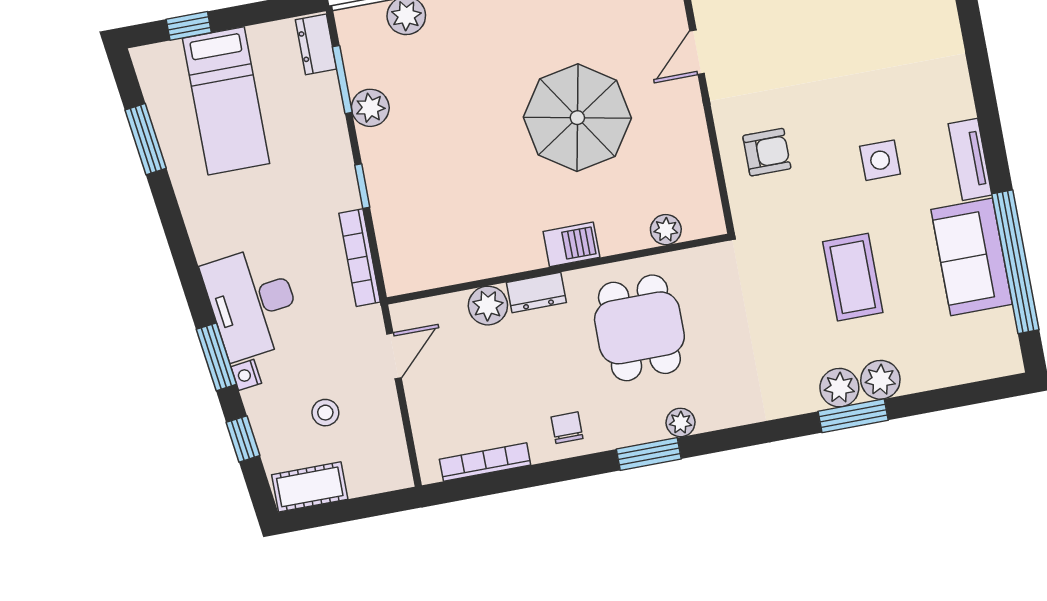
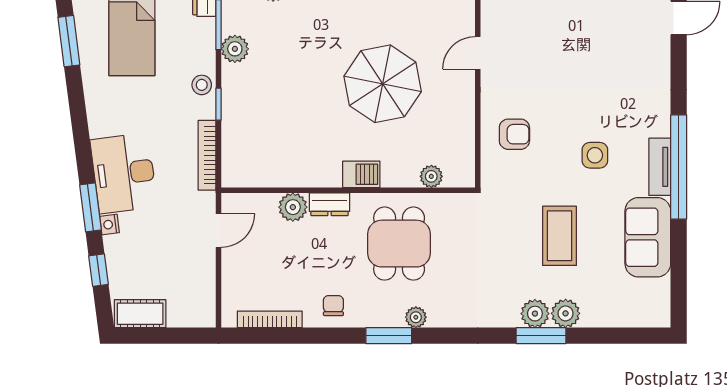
window: (1015, 262) -> (679, 167), moved
stool: (325, 413) -> (202, 85), moved

